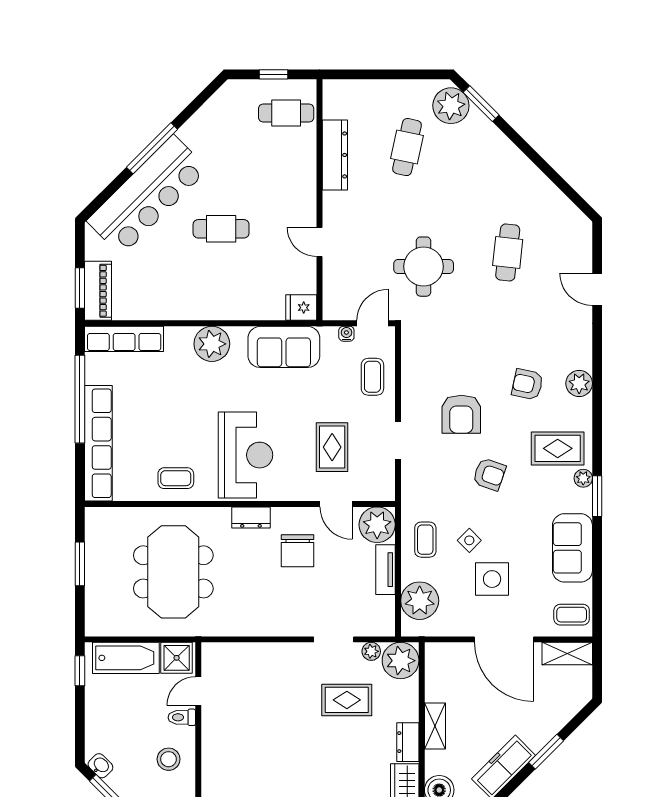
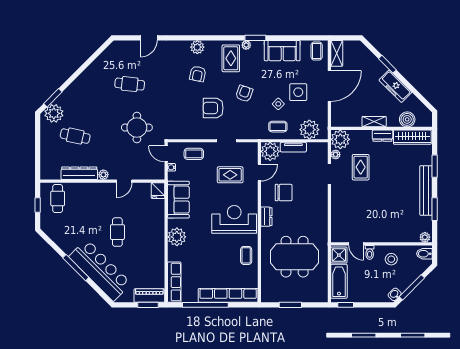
plant: (332, 202) -> (103, 175), added
armchair: (461, 414) -> (213, 108), turned 180

